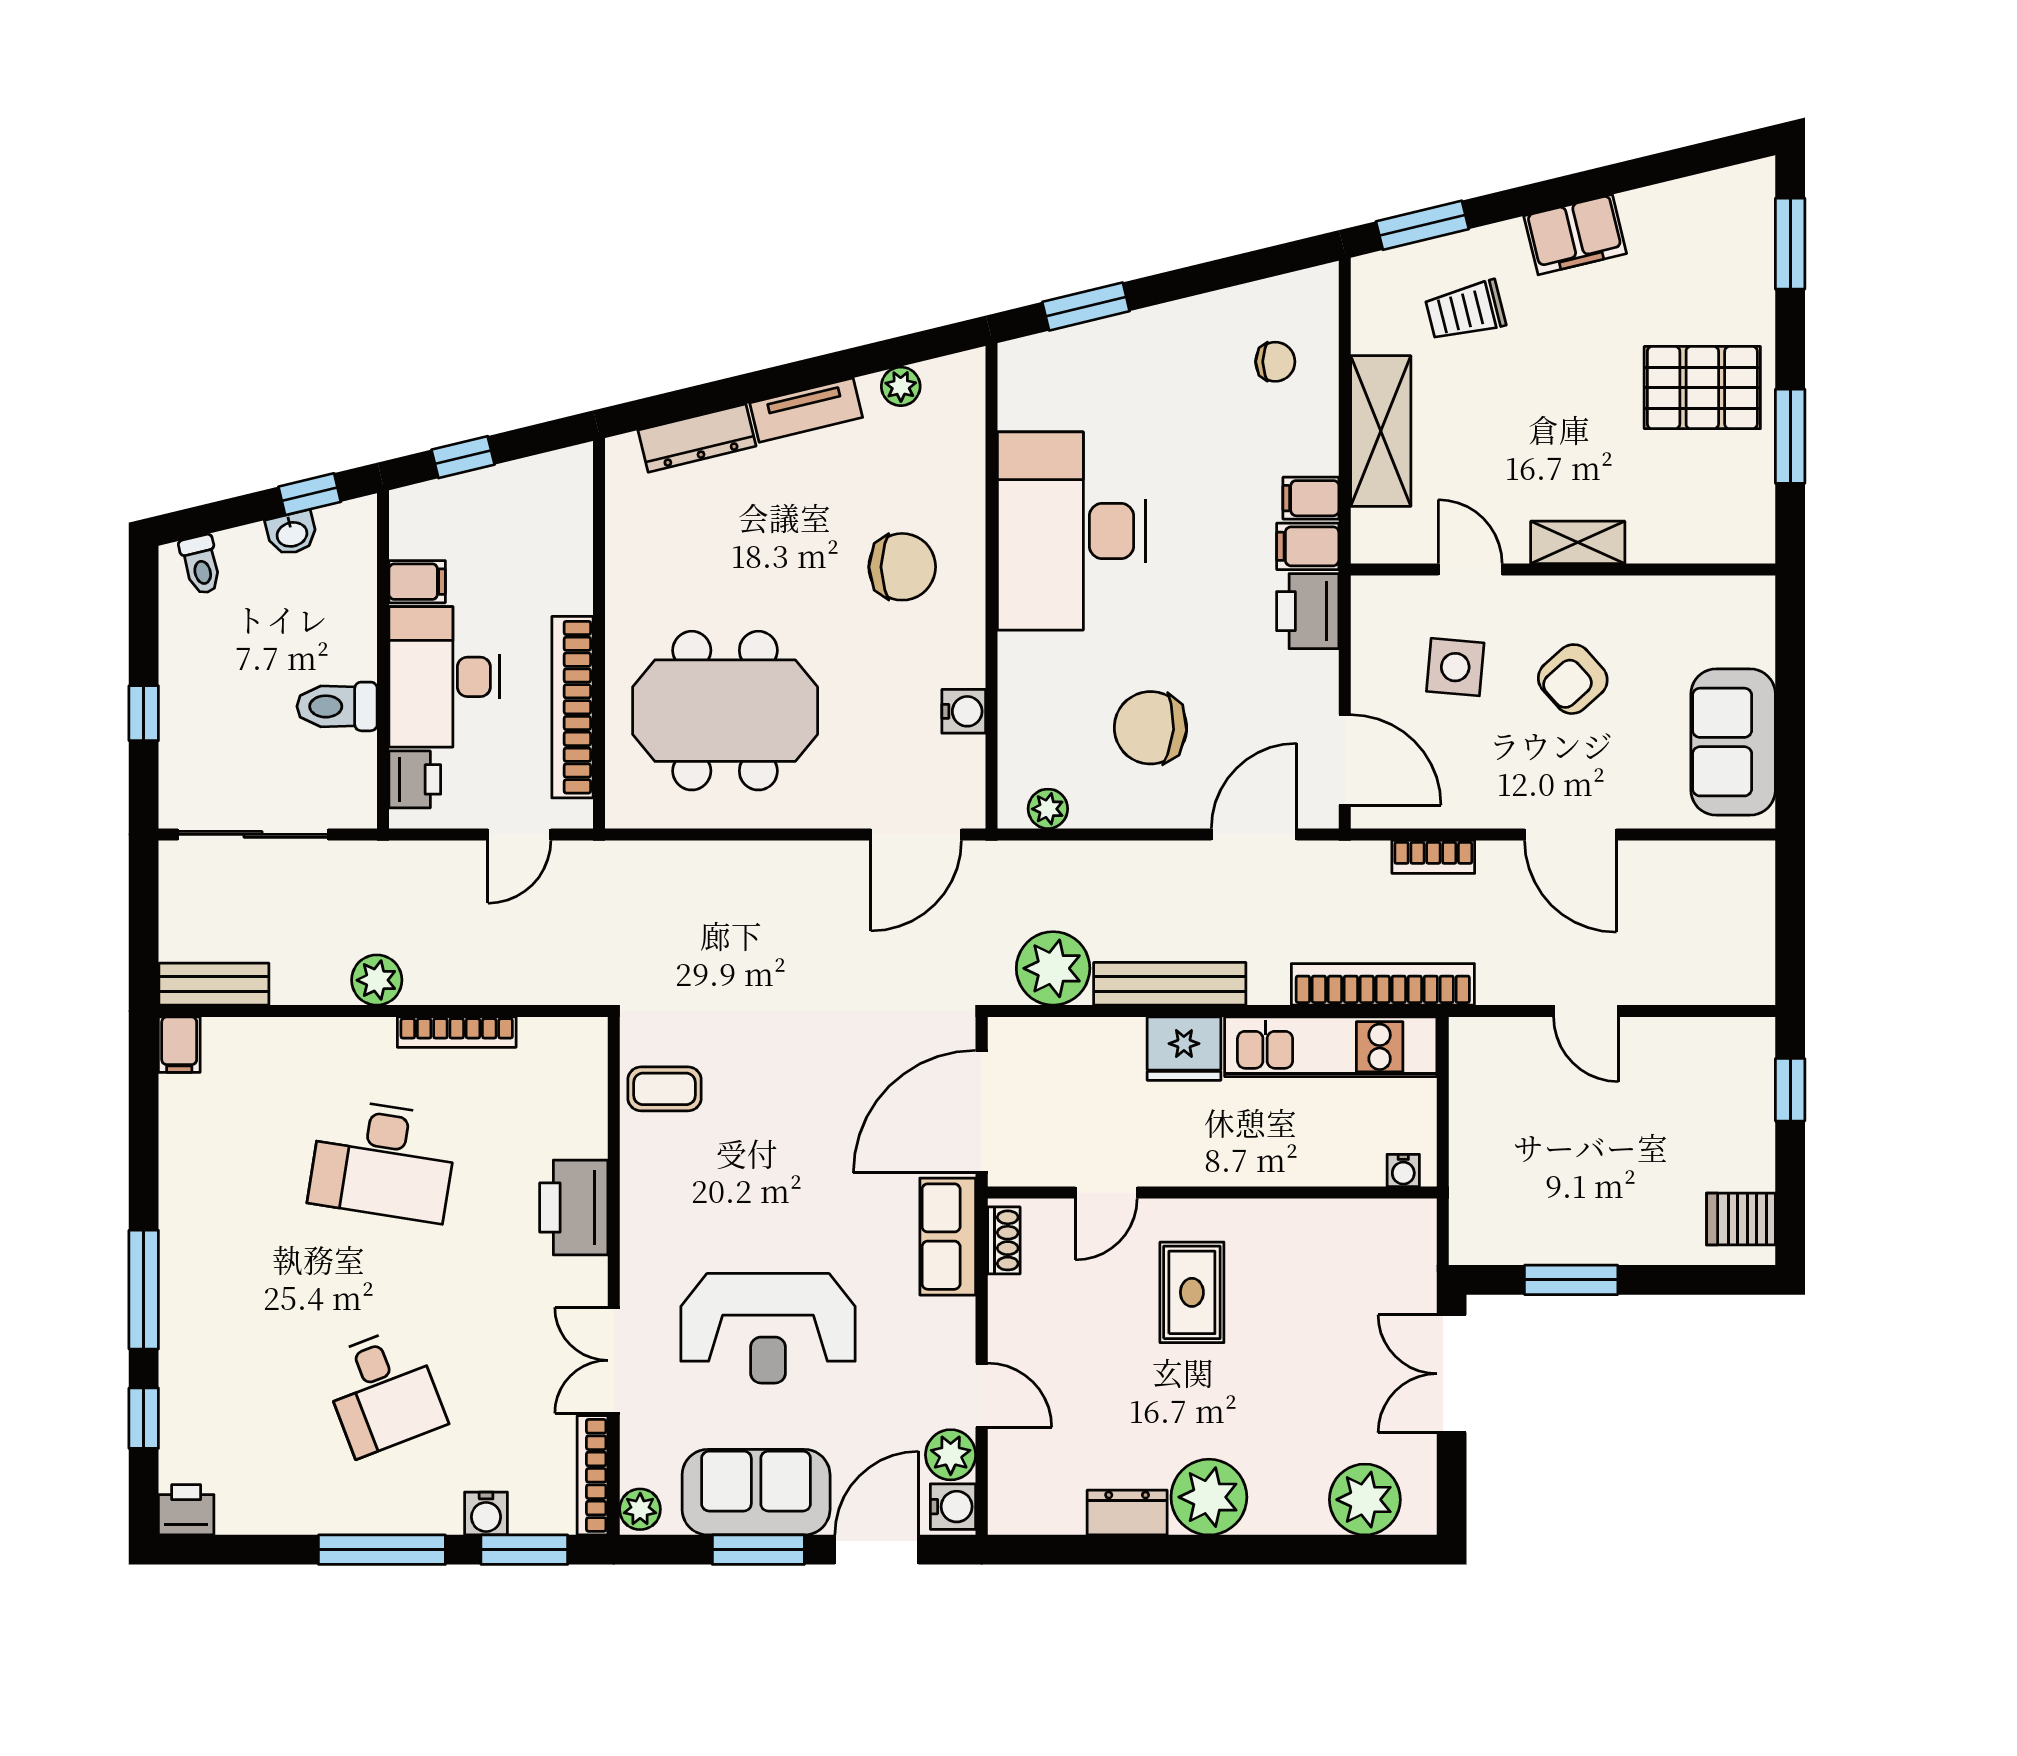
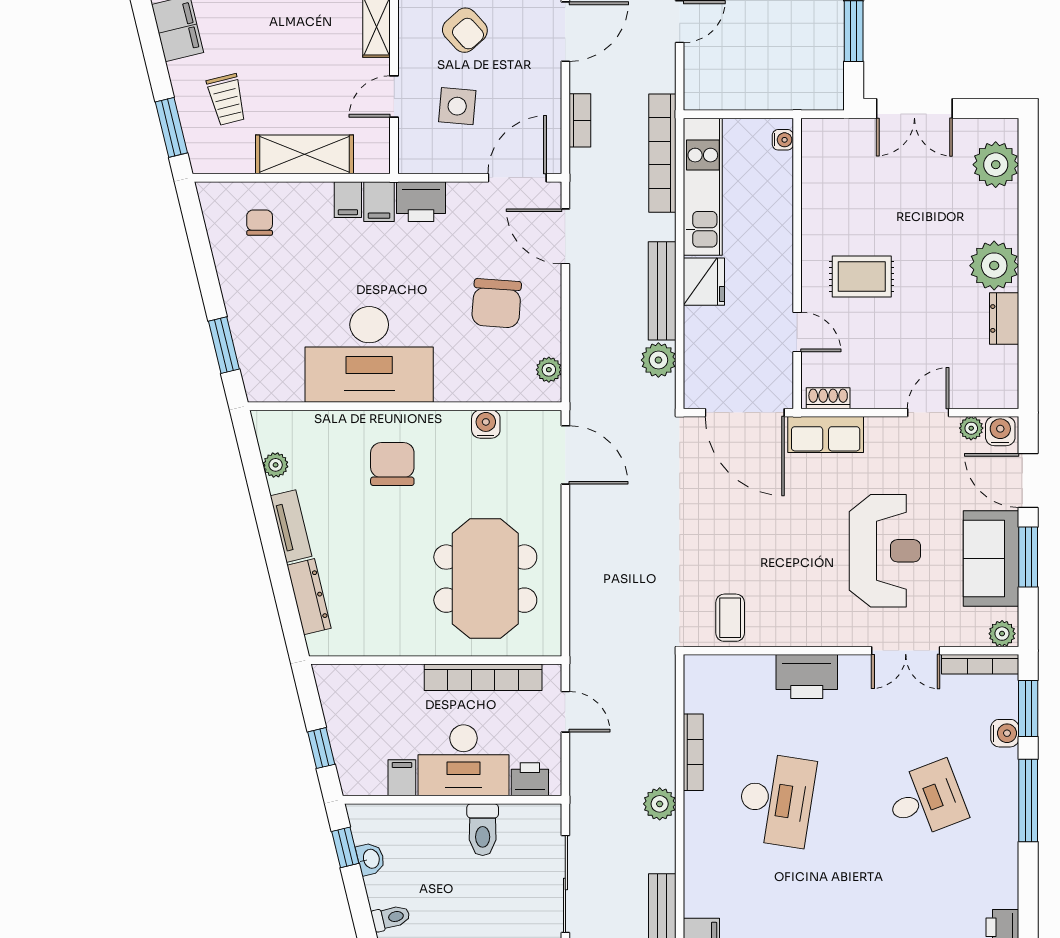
plant: (1053, 968) -> (658, 360), width x0.73, depth x0.73
plant: (951, 1455) -> (971, 428), width x0.73, depth x0.73

